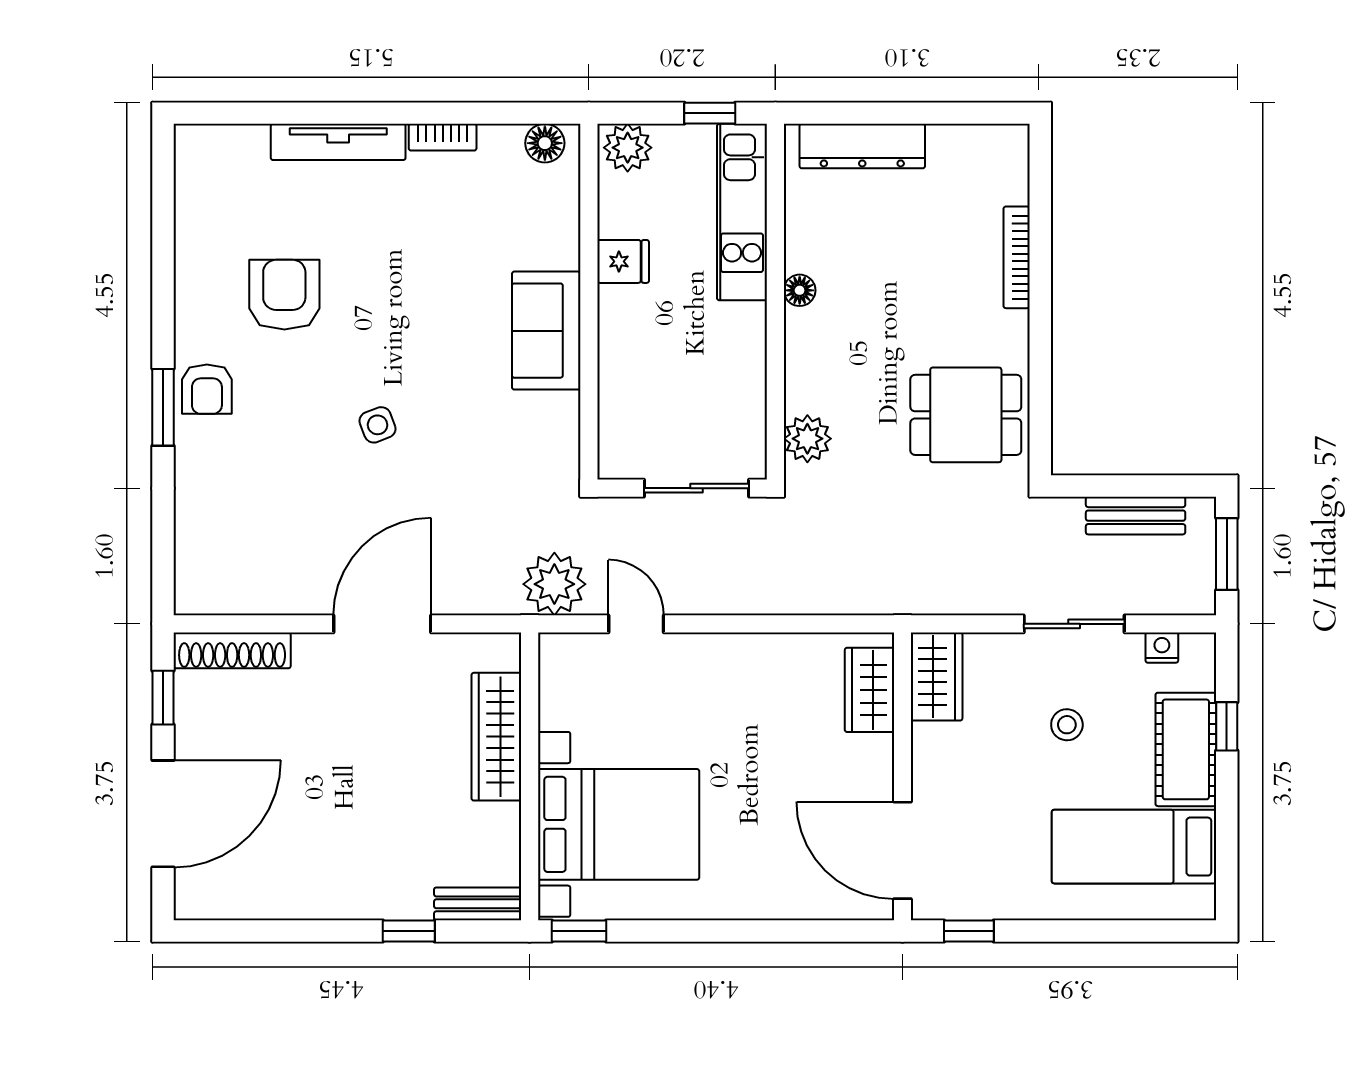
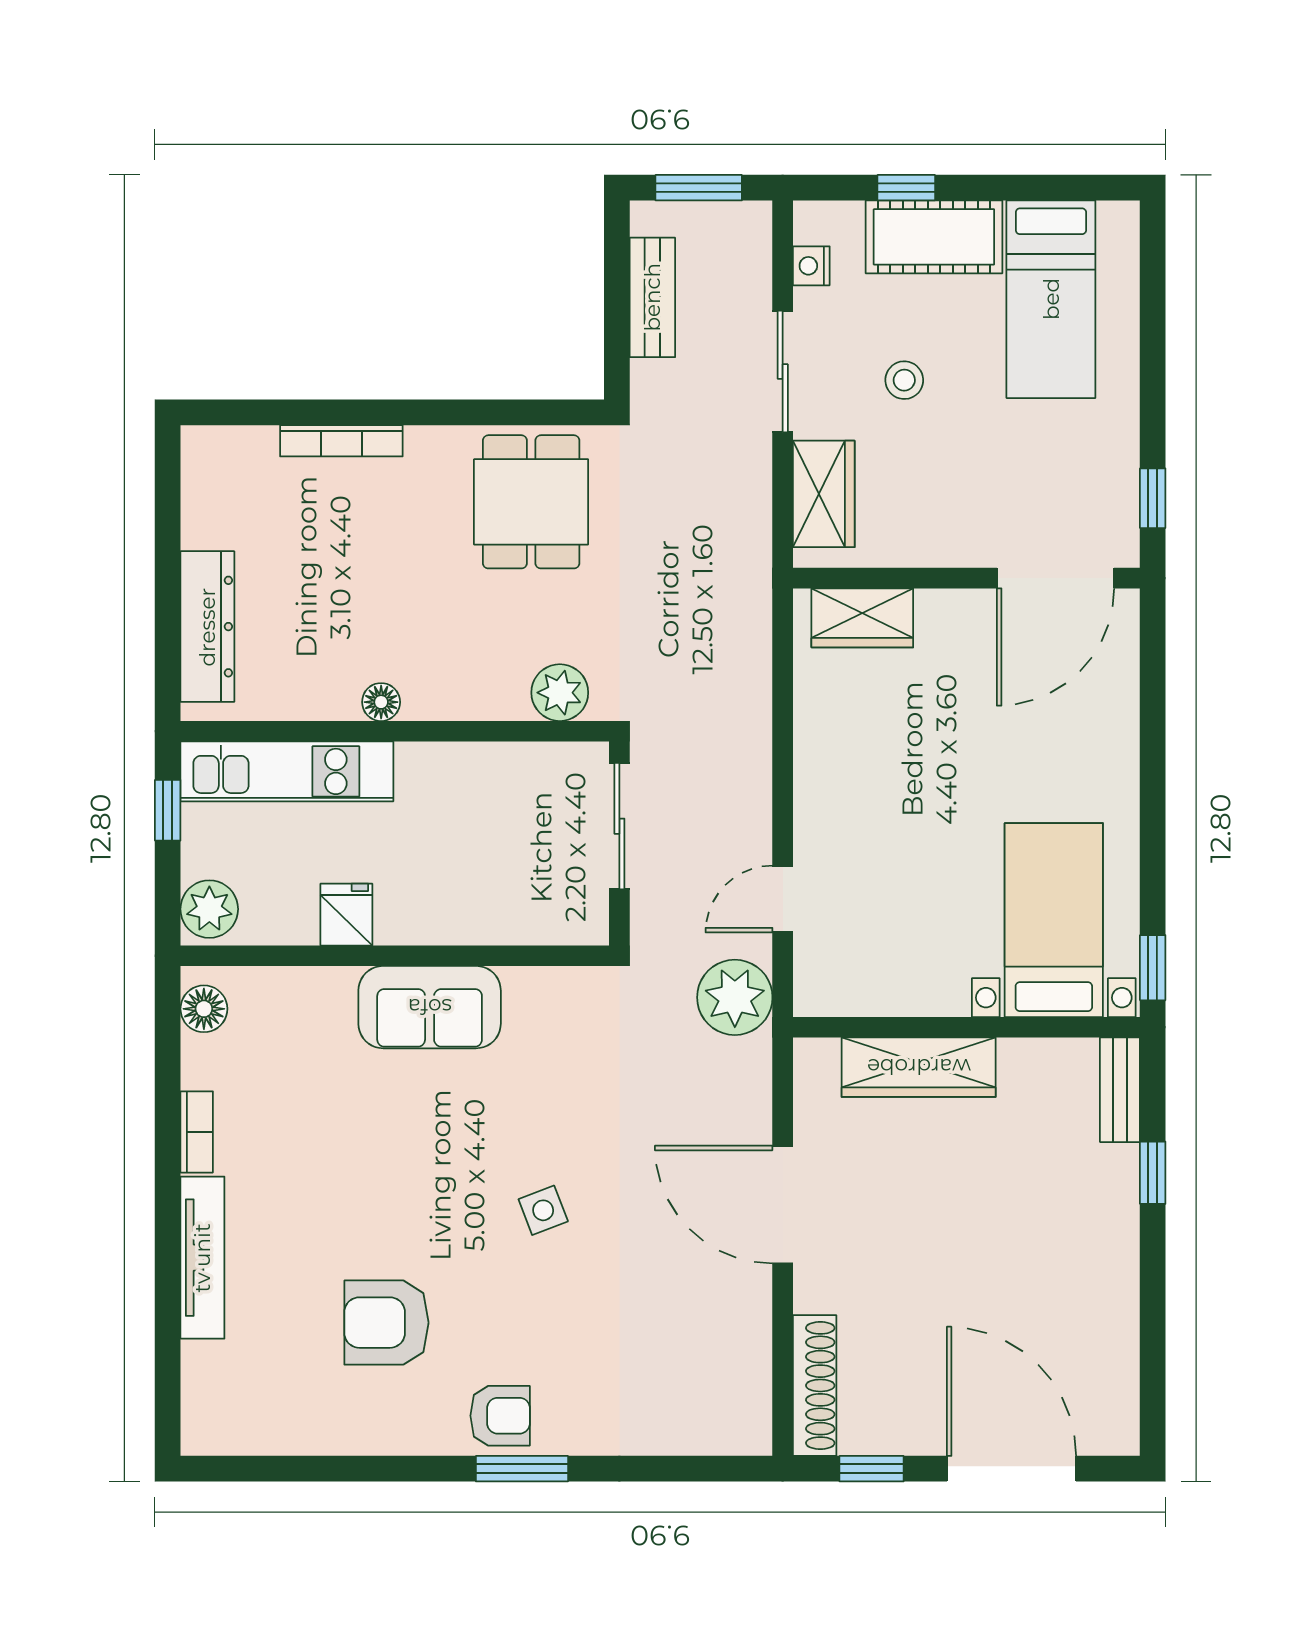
wardrobe: (937, 676) -> (824, 494), moved, turned 90
bed with nightstands: (619, 824) -> (1054, 920), width x0.73

